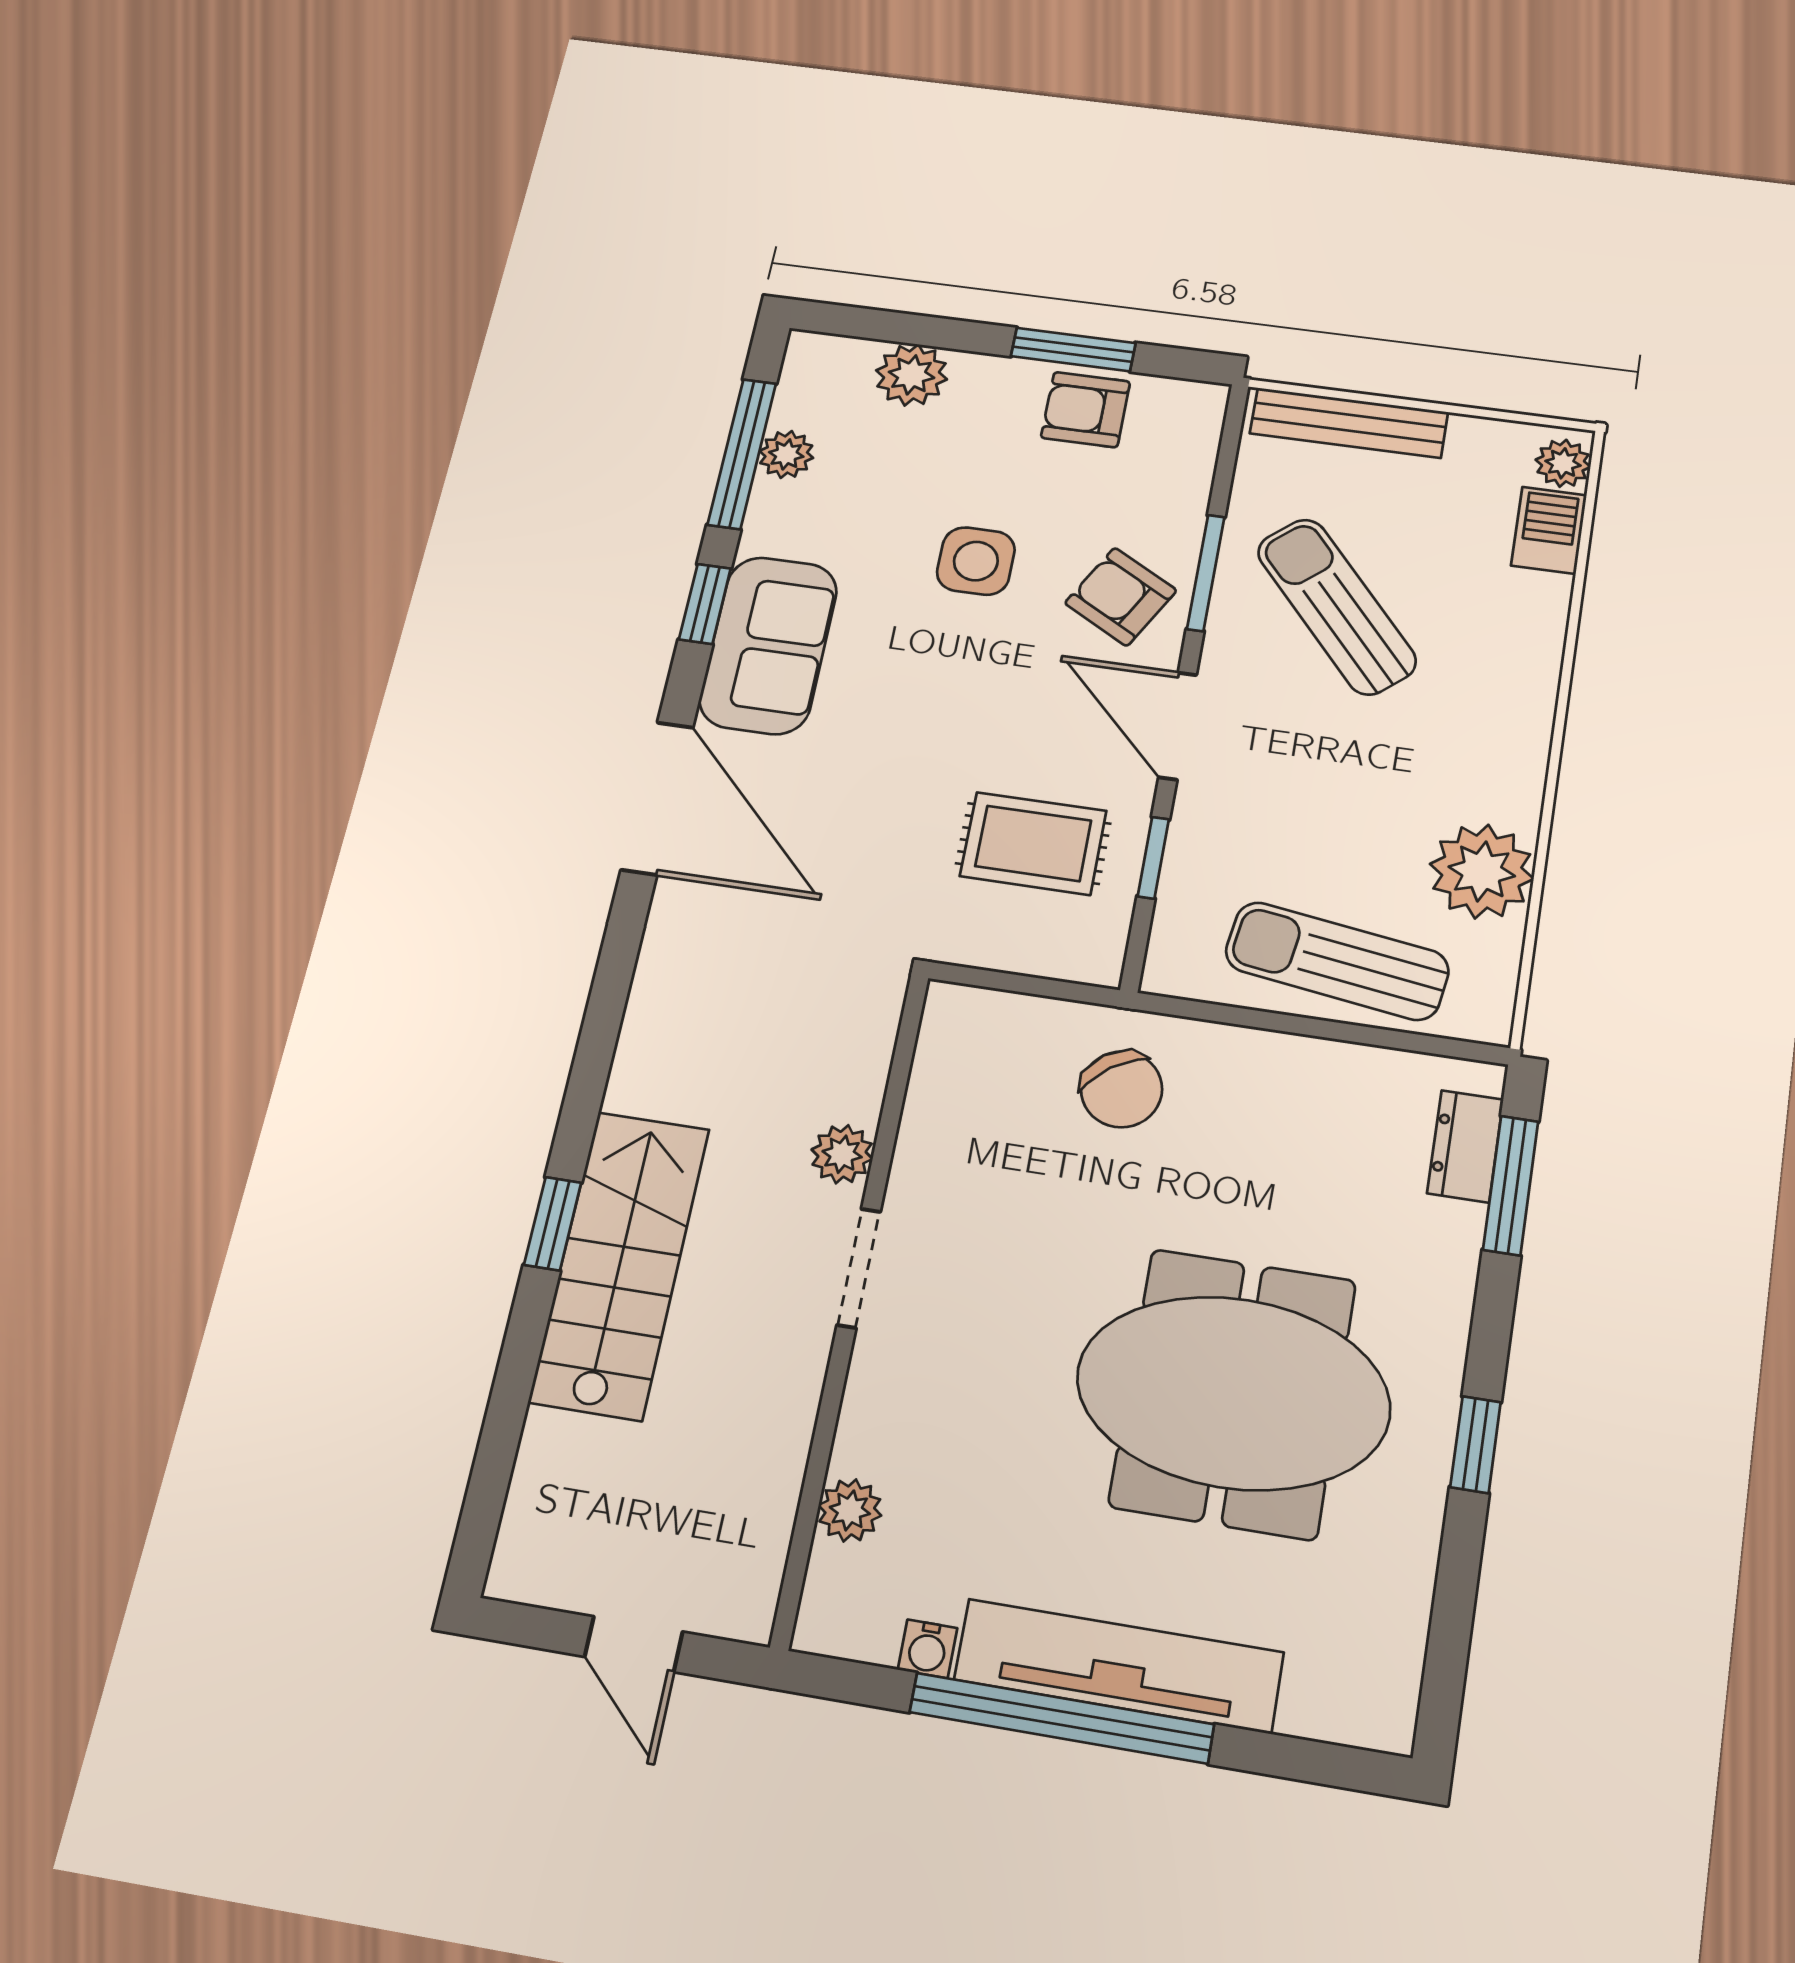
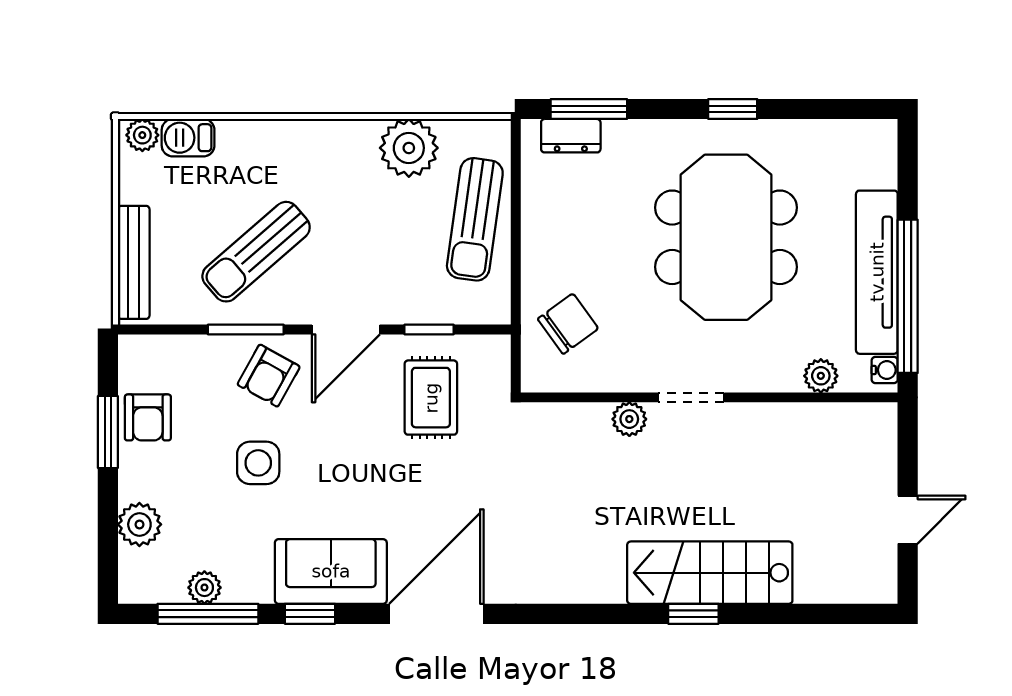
plant: (842, 1154) -> (629, 419), moved
doorway: (859, 1268) -> (691, 397), moved
wall: (852, 1300) -> (709, 397), moved
plant: (850, 1510) -> (821, 376), moved

